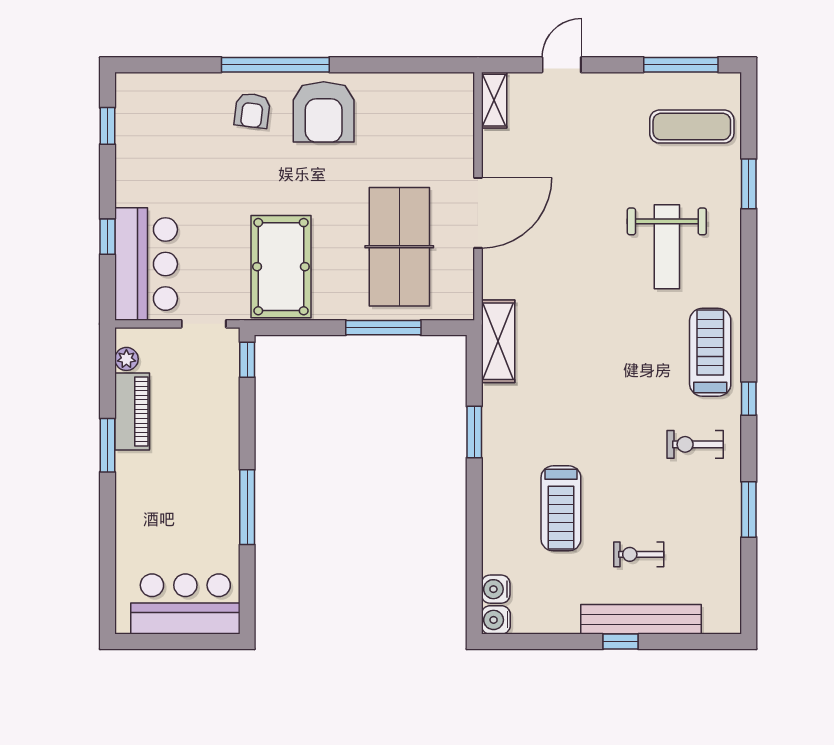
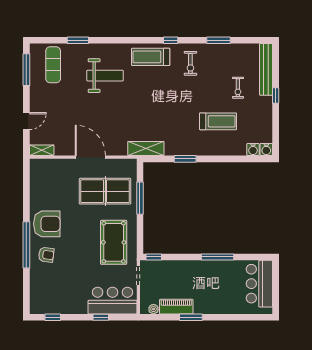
door: (562, 65) -> (26, 121), swing flipped
pool table: (281, 267) -> (114, 242), turned 90
bench: (641, 619) -> (266, 69), moved

